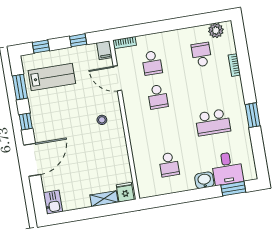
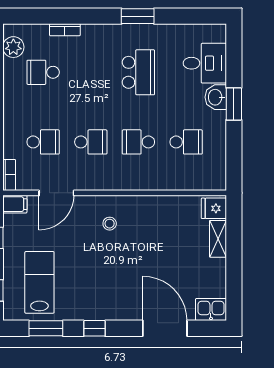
school desk: (163, 131) -> (138, 142), added
door: (32, 160) -> (165, 328), moved
window: (233, 189) -> (234, 104), moved

